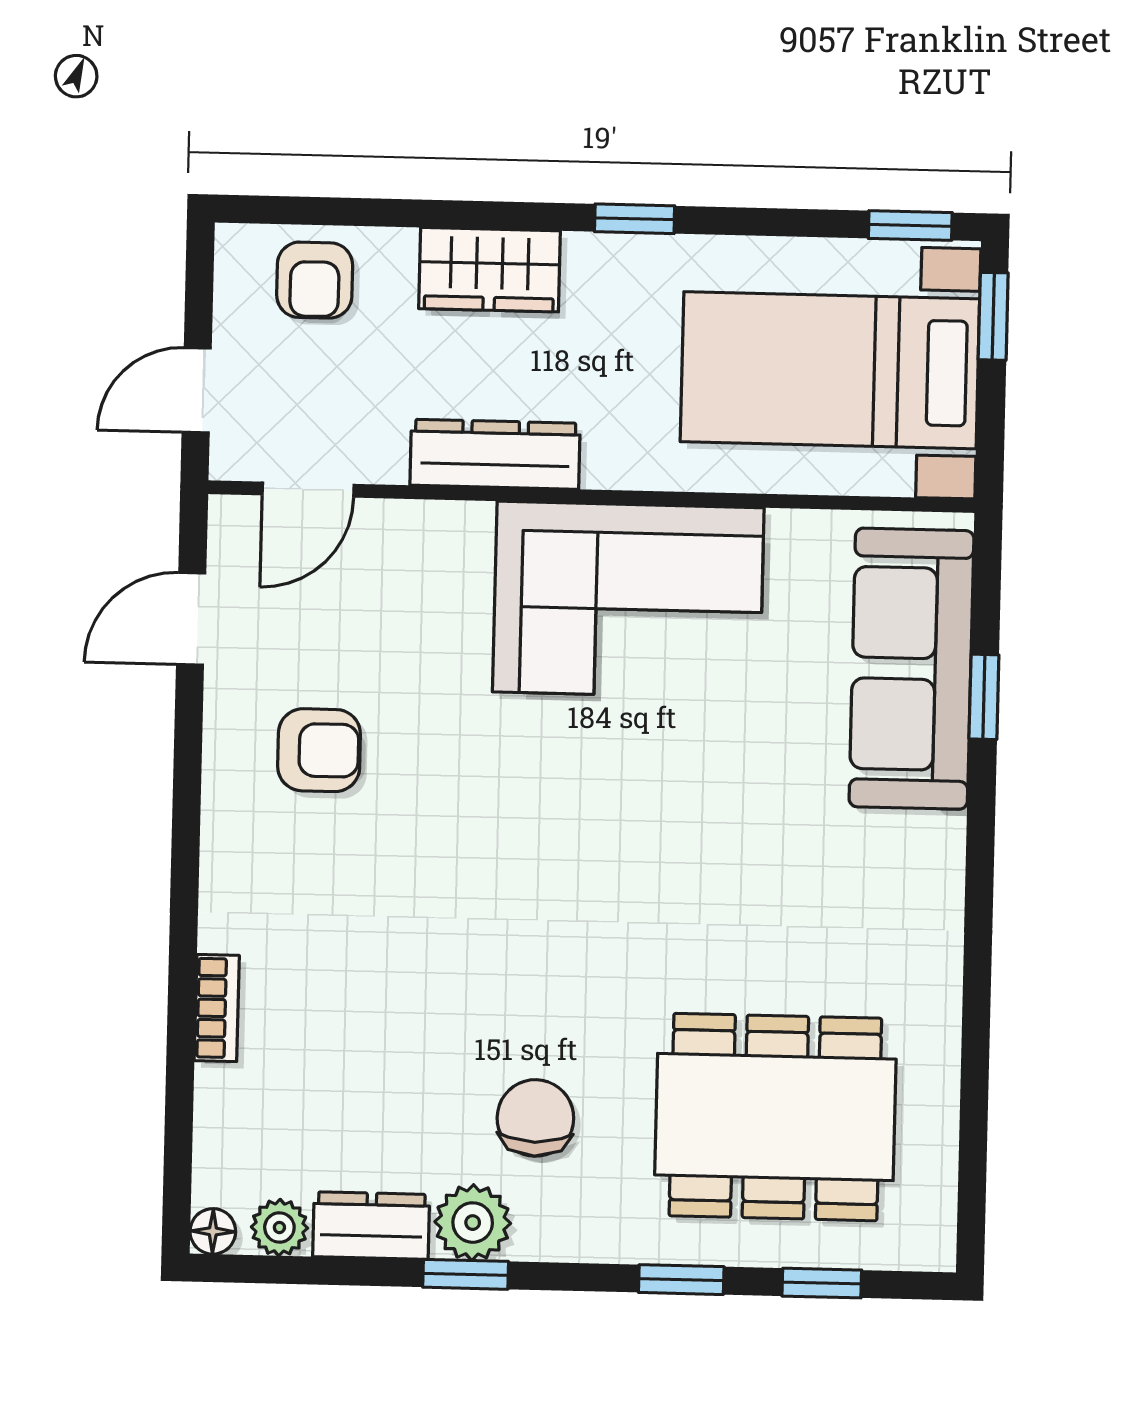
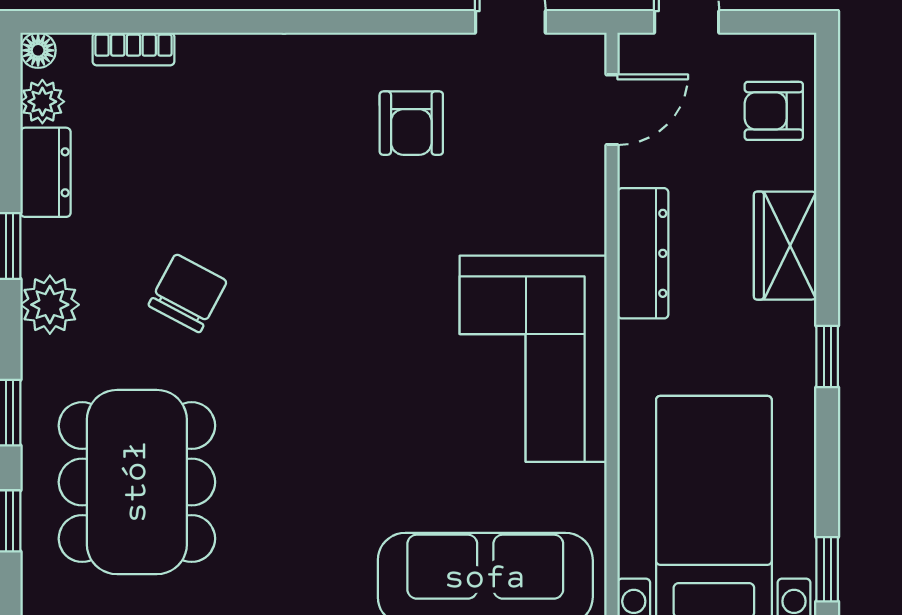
door: (308, 490) -> (612, 110), swing flipped
bookcase: (217, 1008) -> (133, 49), moved
chair: (535, 1118) -> (188, 293), moved, turned -62
plant: (473, 1223) -> (50, 305), moved

